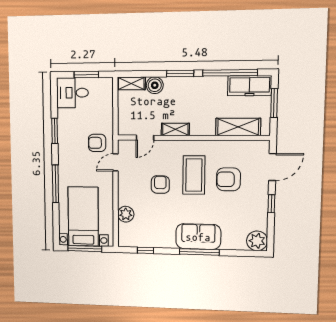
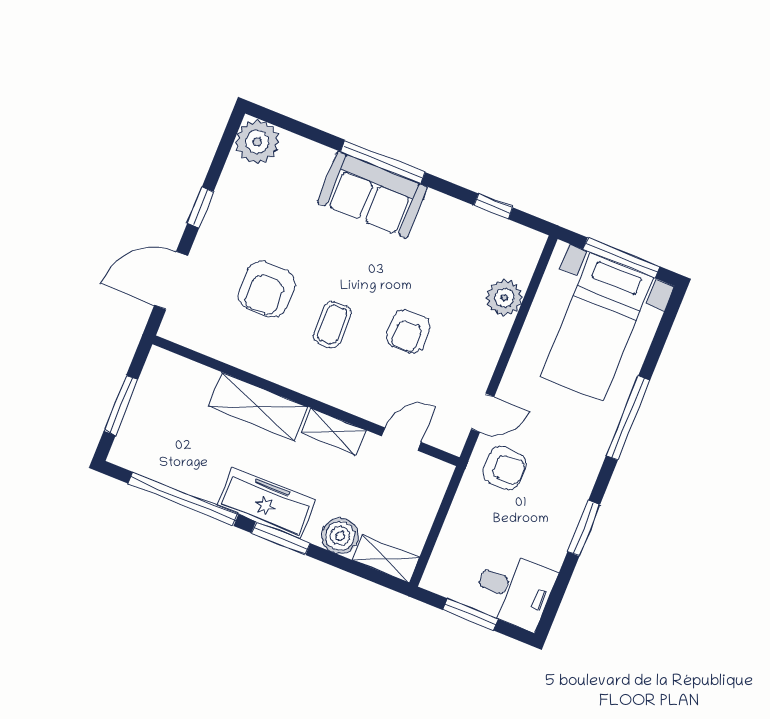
freezer: (250, 86) -> (266, 503), moved
shelving: (238, 127) -> (258, 407), moved
coffee table: (194, 175) -> (332, 324), width x0.54, depth x0.58
armchair: (228, 179) -> (267, 289), turned 90

